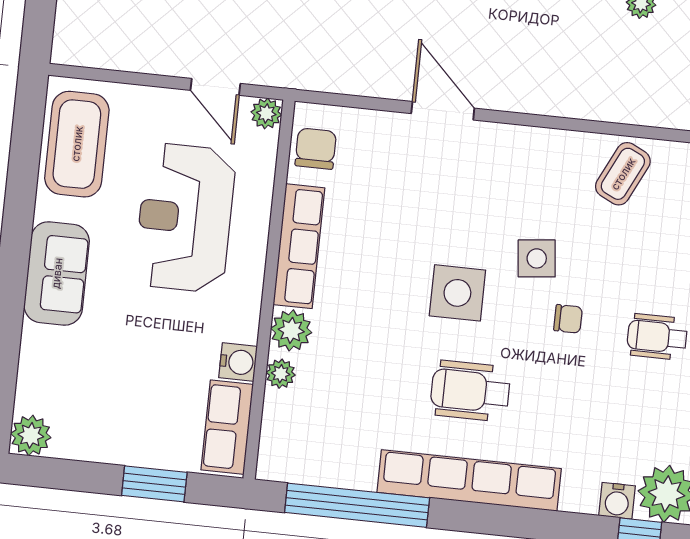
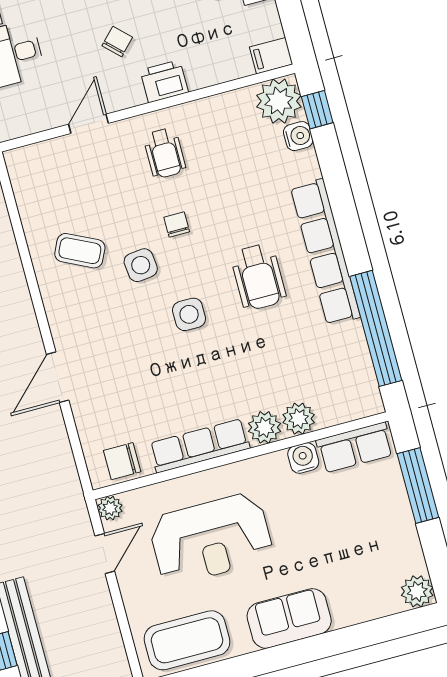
coffee table: (623, 174) -> (80, 251), moved
side table: (457, 293) -> (189, 314), width x0.73, depth x0.73
plant: (281, 374) -> (299, 419), width x1.38, depth x1.38
window: (154, 484) -> (418, 485), width x1.44

